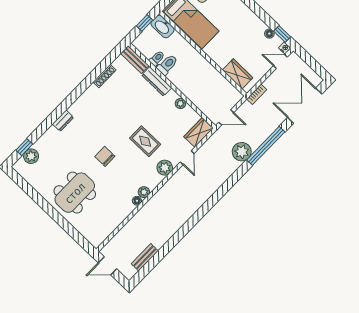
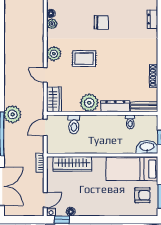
toilet: (167, 65) -> (74, 124), moved
wardrobe: (238, 74) -> (72, 164), width x1.50
plant: (180, 103) -> (89, 103), width x1.88, depth x1.88

